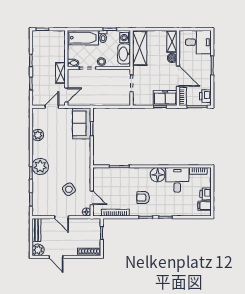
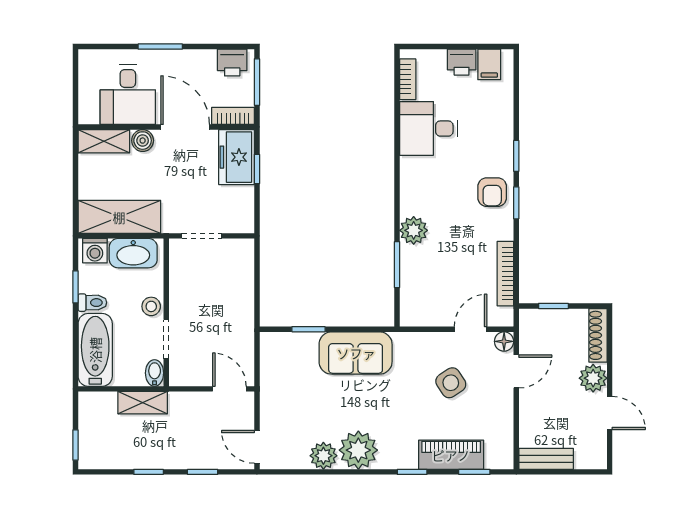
desk: (198, 42) -> (128, 95), moved, turned 180
shelving: (60, 73) -> (143, 403), moved
door: (178, 76) -> (185, 127), hinge flipped
door: (52, 107) -> (257, 447), moved
sofa: (82, 123) -> (356, 353), moved
plant: (40, 166) -> (358, 450), moved
plant: (134, 173) -> (414, 230), added
floor lamp: (158, 175) -> (417, 175), removed
piano: (38, 189) -> (451, 455), added
armchair: (143, 198) -> (492, 192), moved
door: (62, 217) -> (516, 371), moved
plant: (38, 250) -> (593, 378), moved
door: (56, 257) -> (610, 413), hinge flipped

